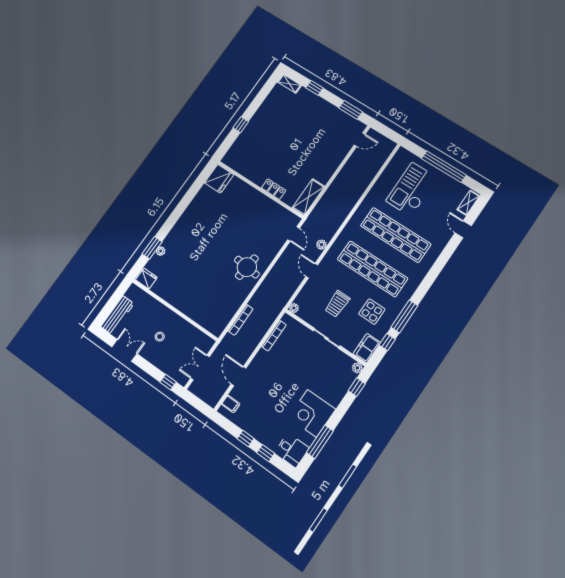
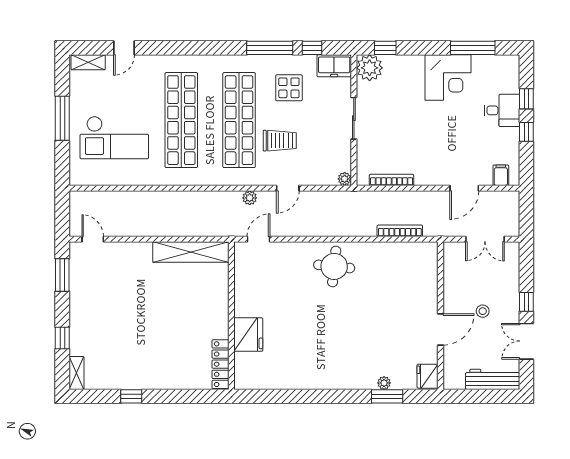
window: (241, 125) -> (131, 396), moved
window: (444, 167) -> (62, 118), width x0.68
fridge: (219, 179) -> (248, 335), moved, turned 90
locker: (274, 189) -> (220, 364), moved, width x1.53
shelving: (308, 197) -> (191, 252), width x1.47
door: (167, 304) -> (441, 329), added
trolley: (337, 304) -> (280, 141), moved
plant: (357, 368) -> (370, 68), width x1.88, depth x1.88
window: (168, 382) -> (526, 302), moved
desk: (292, 450) -> (502, 110), moved, turned 90

